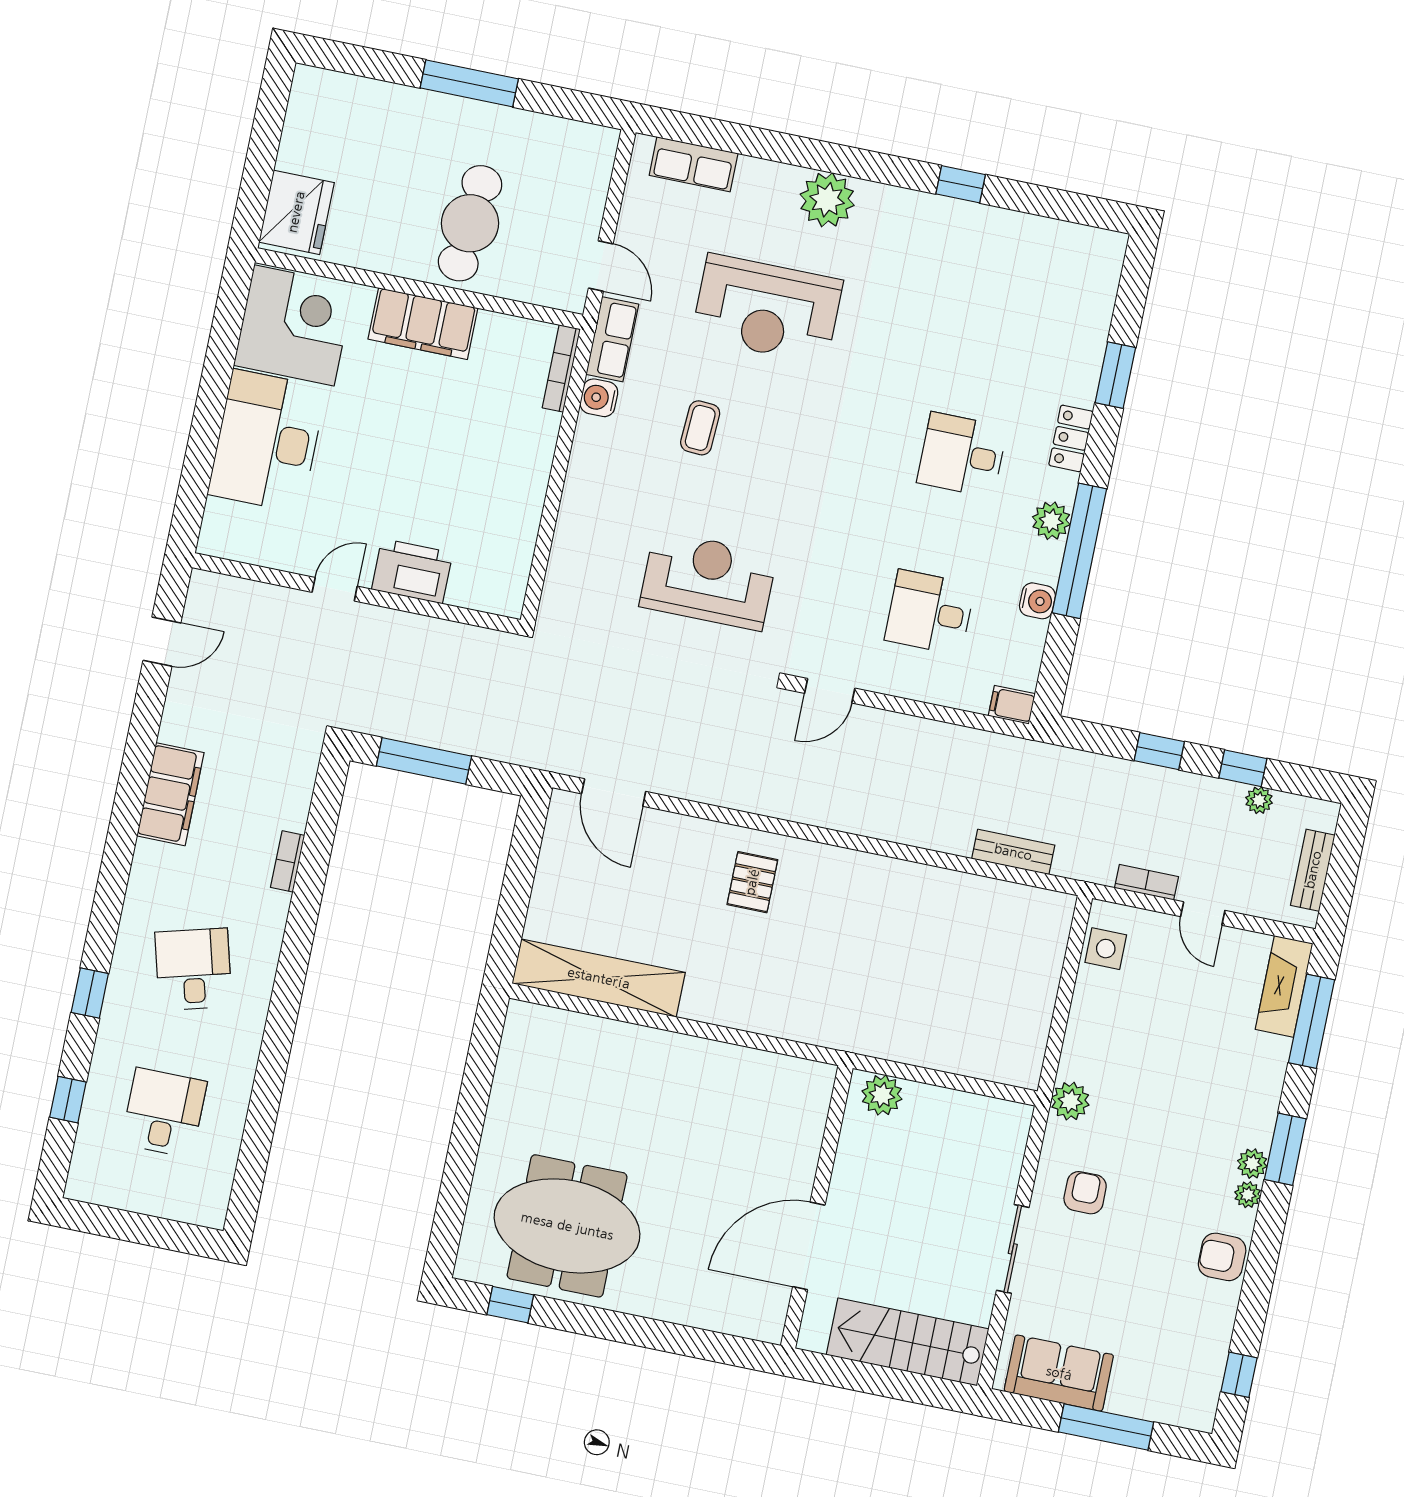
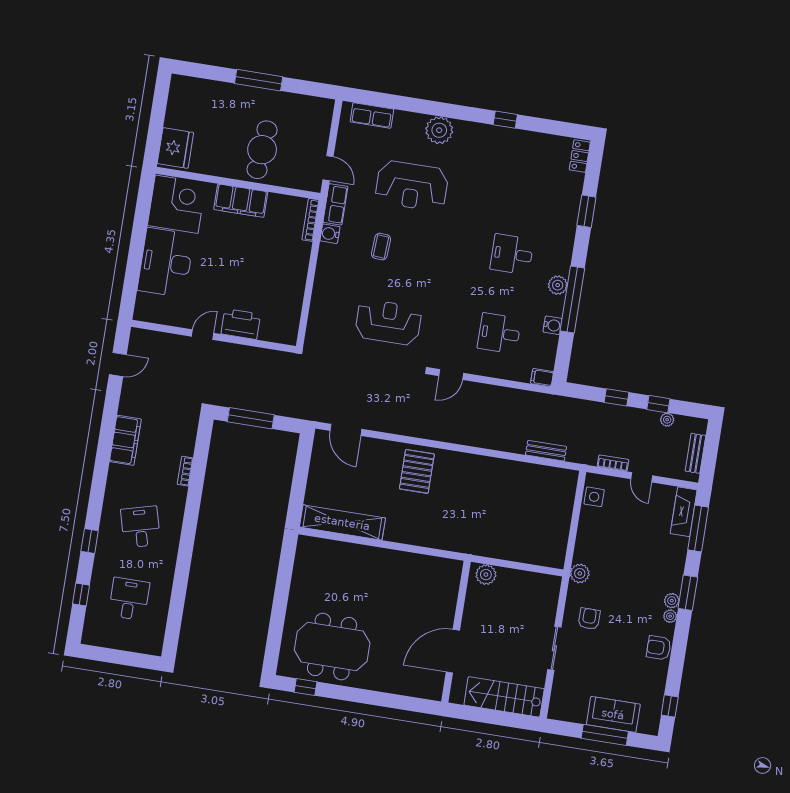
locker: (1071, 438) -> (580, 156), moved
pallet: (752, 882) -> (417, 471), width x1.50, depth x1.42
sofa: (1059, 1373) -> (613, 714), moved

